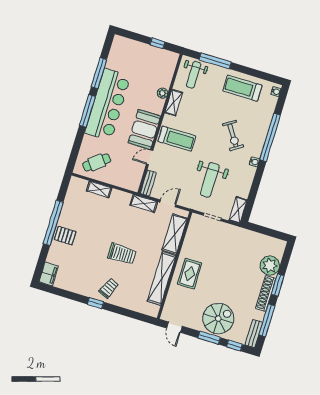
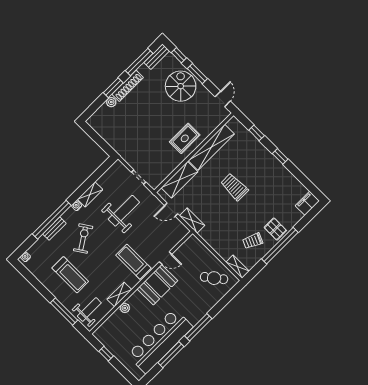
treadmill: (242, 88) -> (70, 275), moved
bar counter: (108, 105) -> (160, 341), moved
bench: (148, 183) -> (54, 229), moved
shelving: (99, 189) -> (238, 267), moved
shelving: (238, 210) -> (90, 194), moved
plant: (270, 266) -> (111, 102), width x0.53, depth x0.53
trolley: (109, 288) -> (253, 241), moved
window: (128, 313) -> (257, 133), added
spiral stairs: (218, 319) -> (181, 86), turned 90

